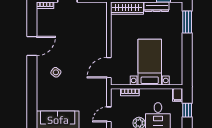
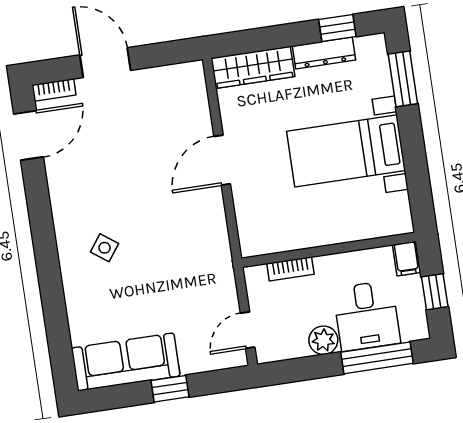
door: (32, 46) -> (28, 135), moved
bed with nightstands: (150, 62) -> (346, 151), moved, turned -90
door: (109, 68) -> (222, 160), moved

